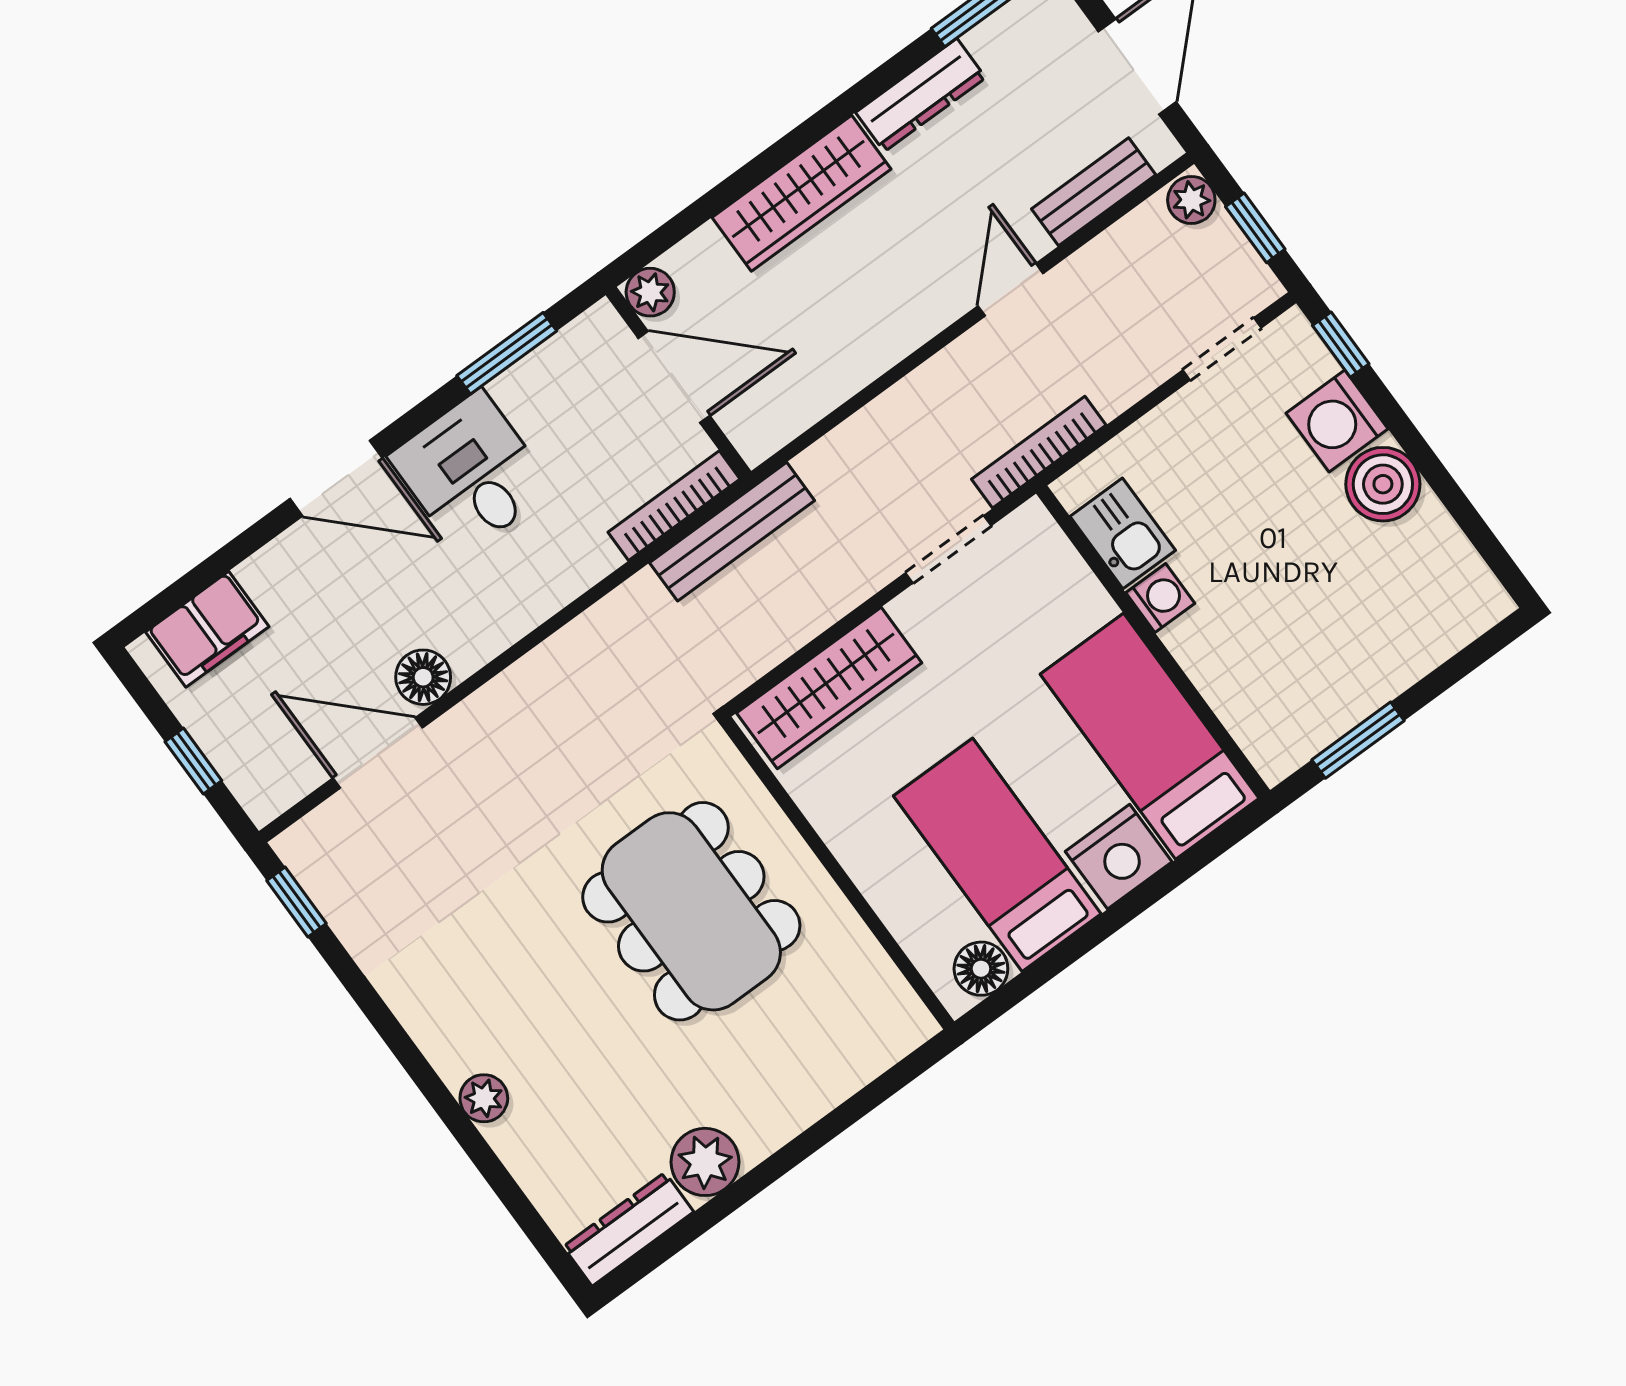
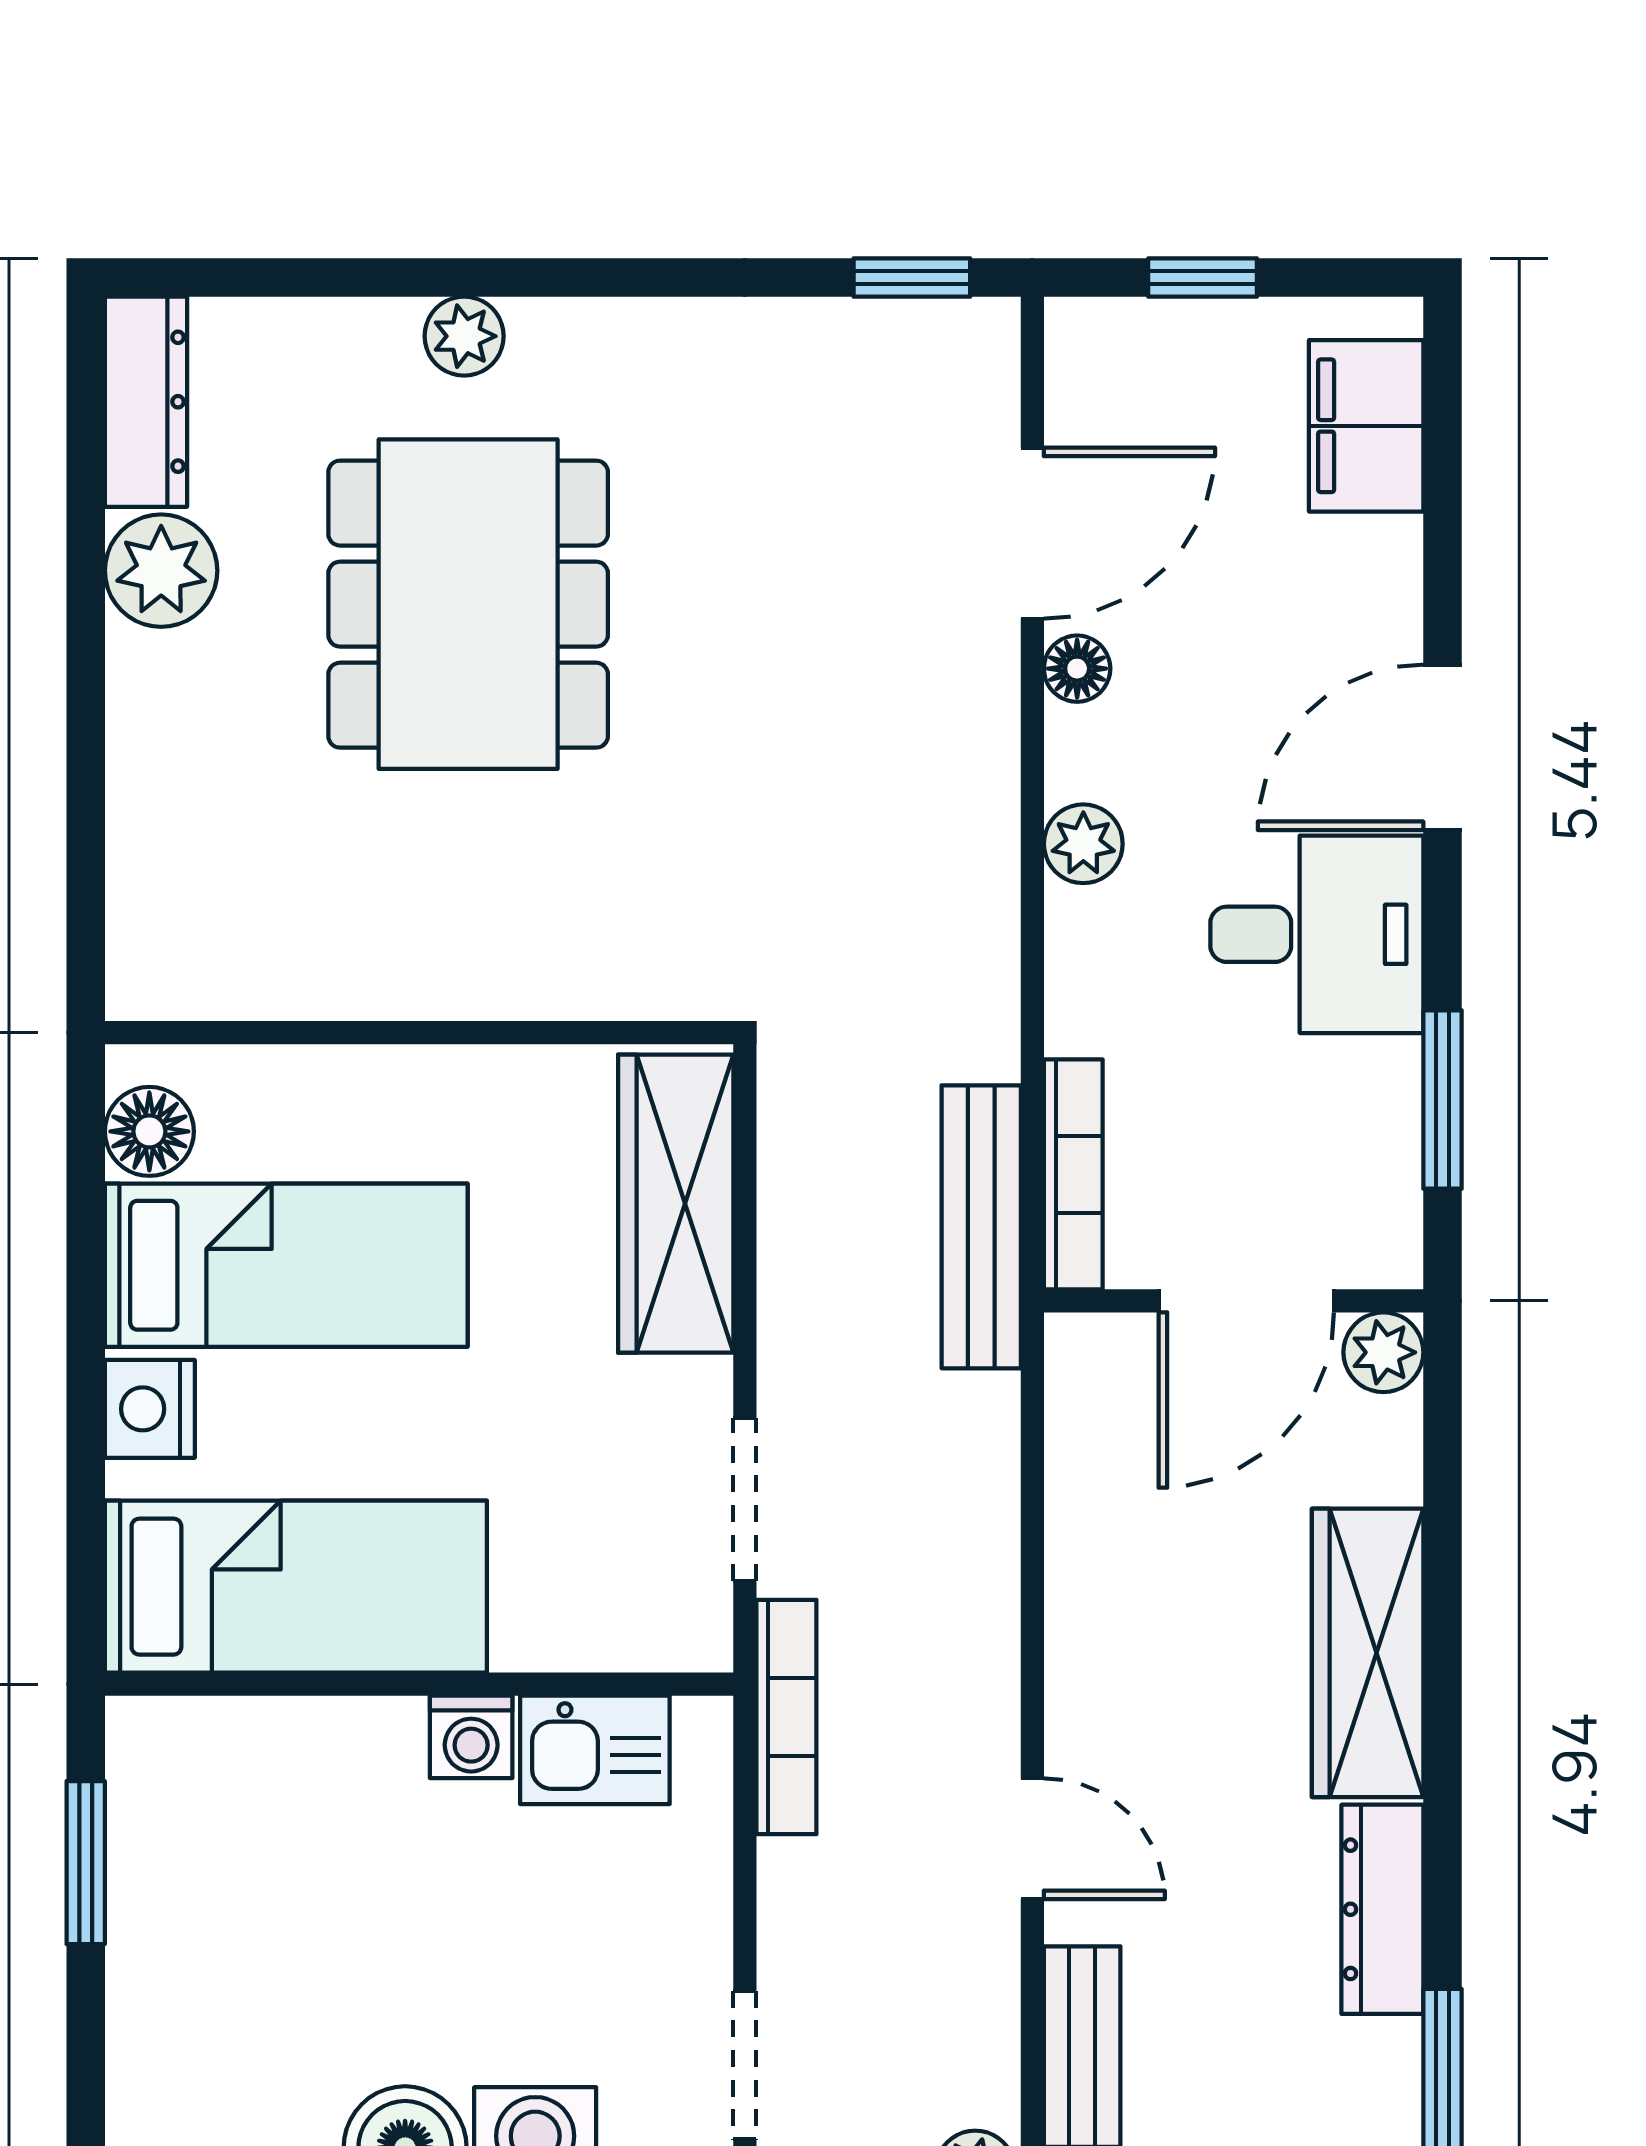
plant: (510, 618) -> (1083, 844), added
floor lamp: (423, 677) -> (1077, 669), width x0.73, depth x0.73
nightstand: (1119, 857) -> (150, 1409), width x0.74, depth x0.75
dining table: (691, 911) -> (468, 604), moved, turned 90

